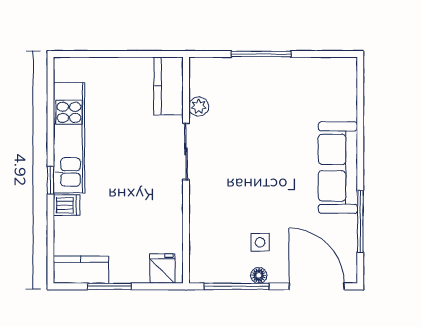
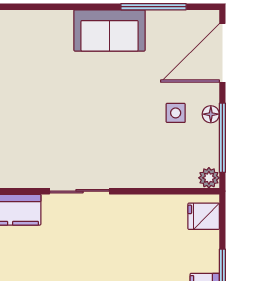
plant: (199, 106) -> (209, 178), moved
sofa: (338, 168) -> (110, 30), width x0.73

